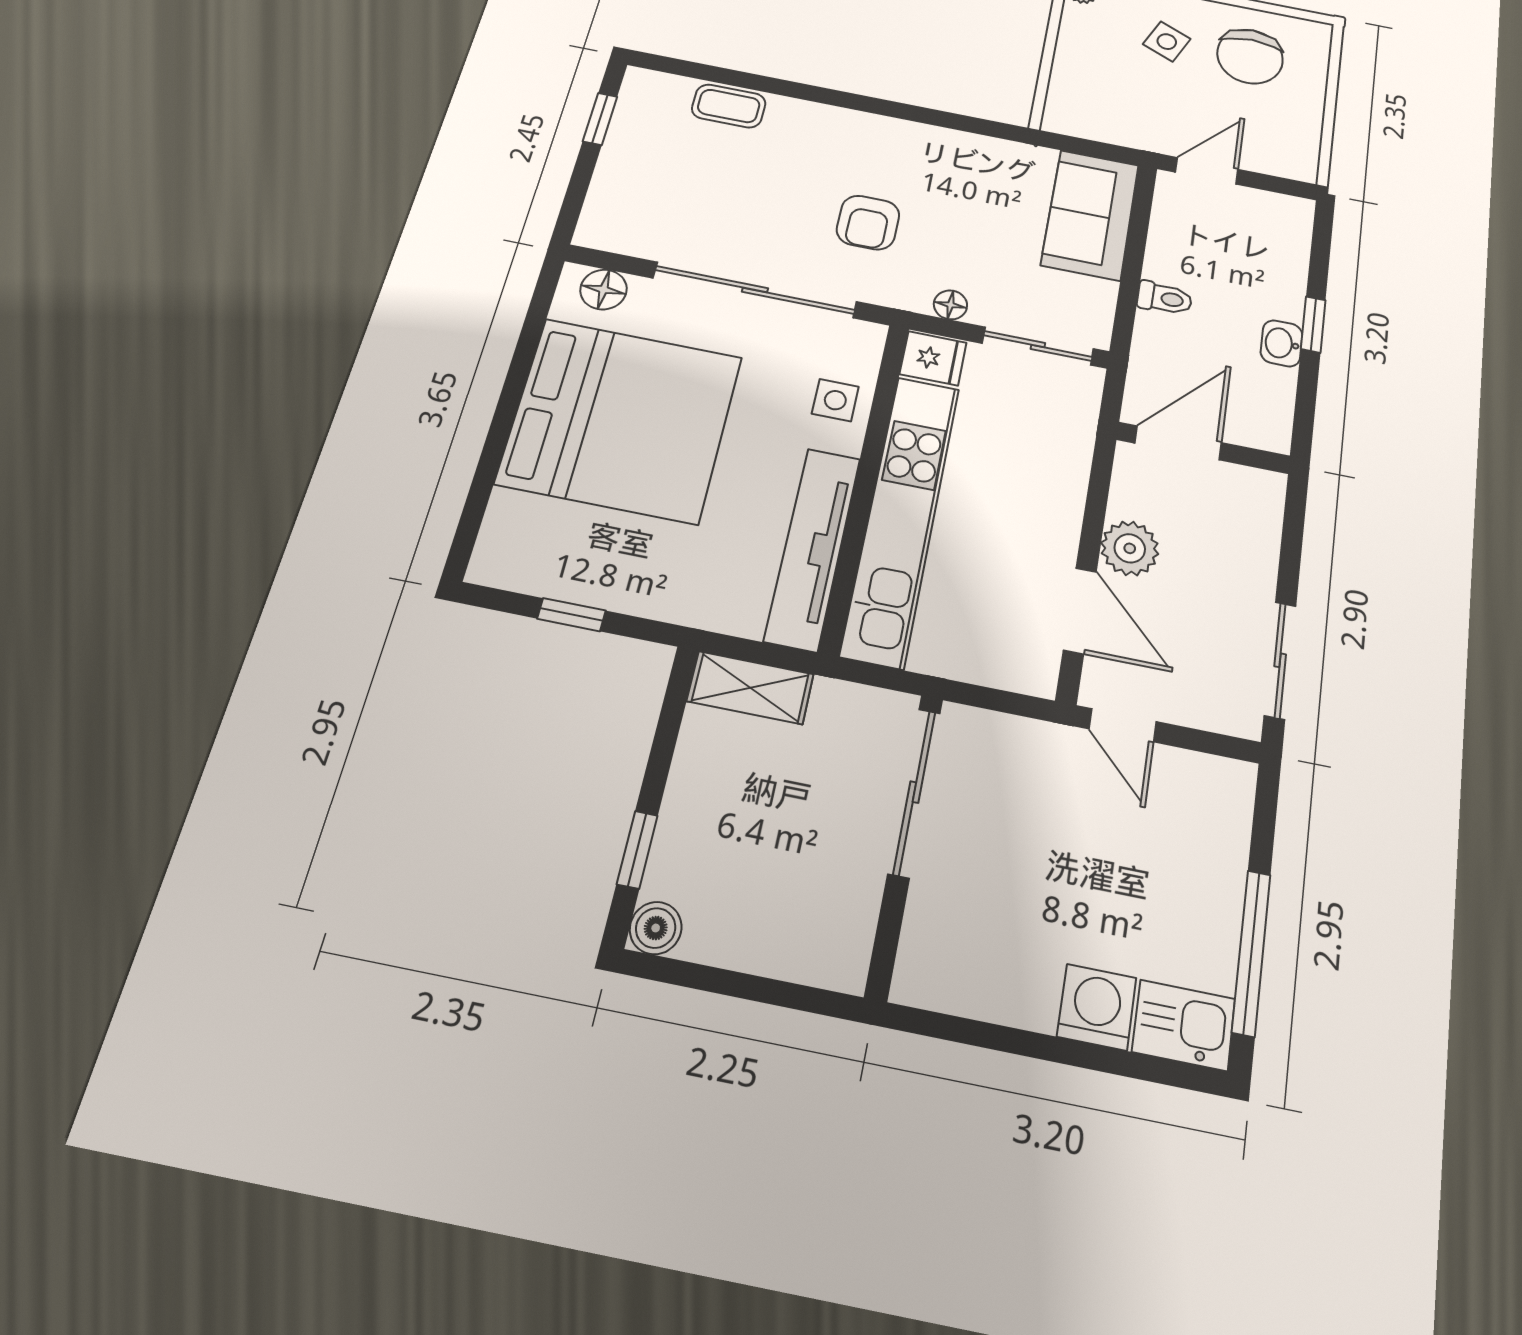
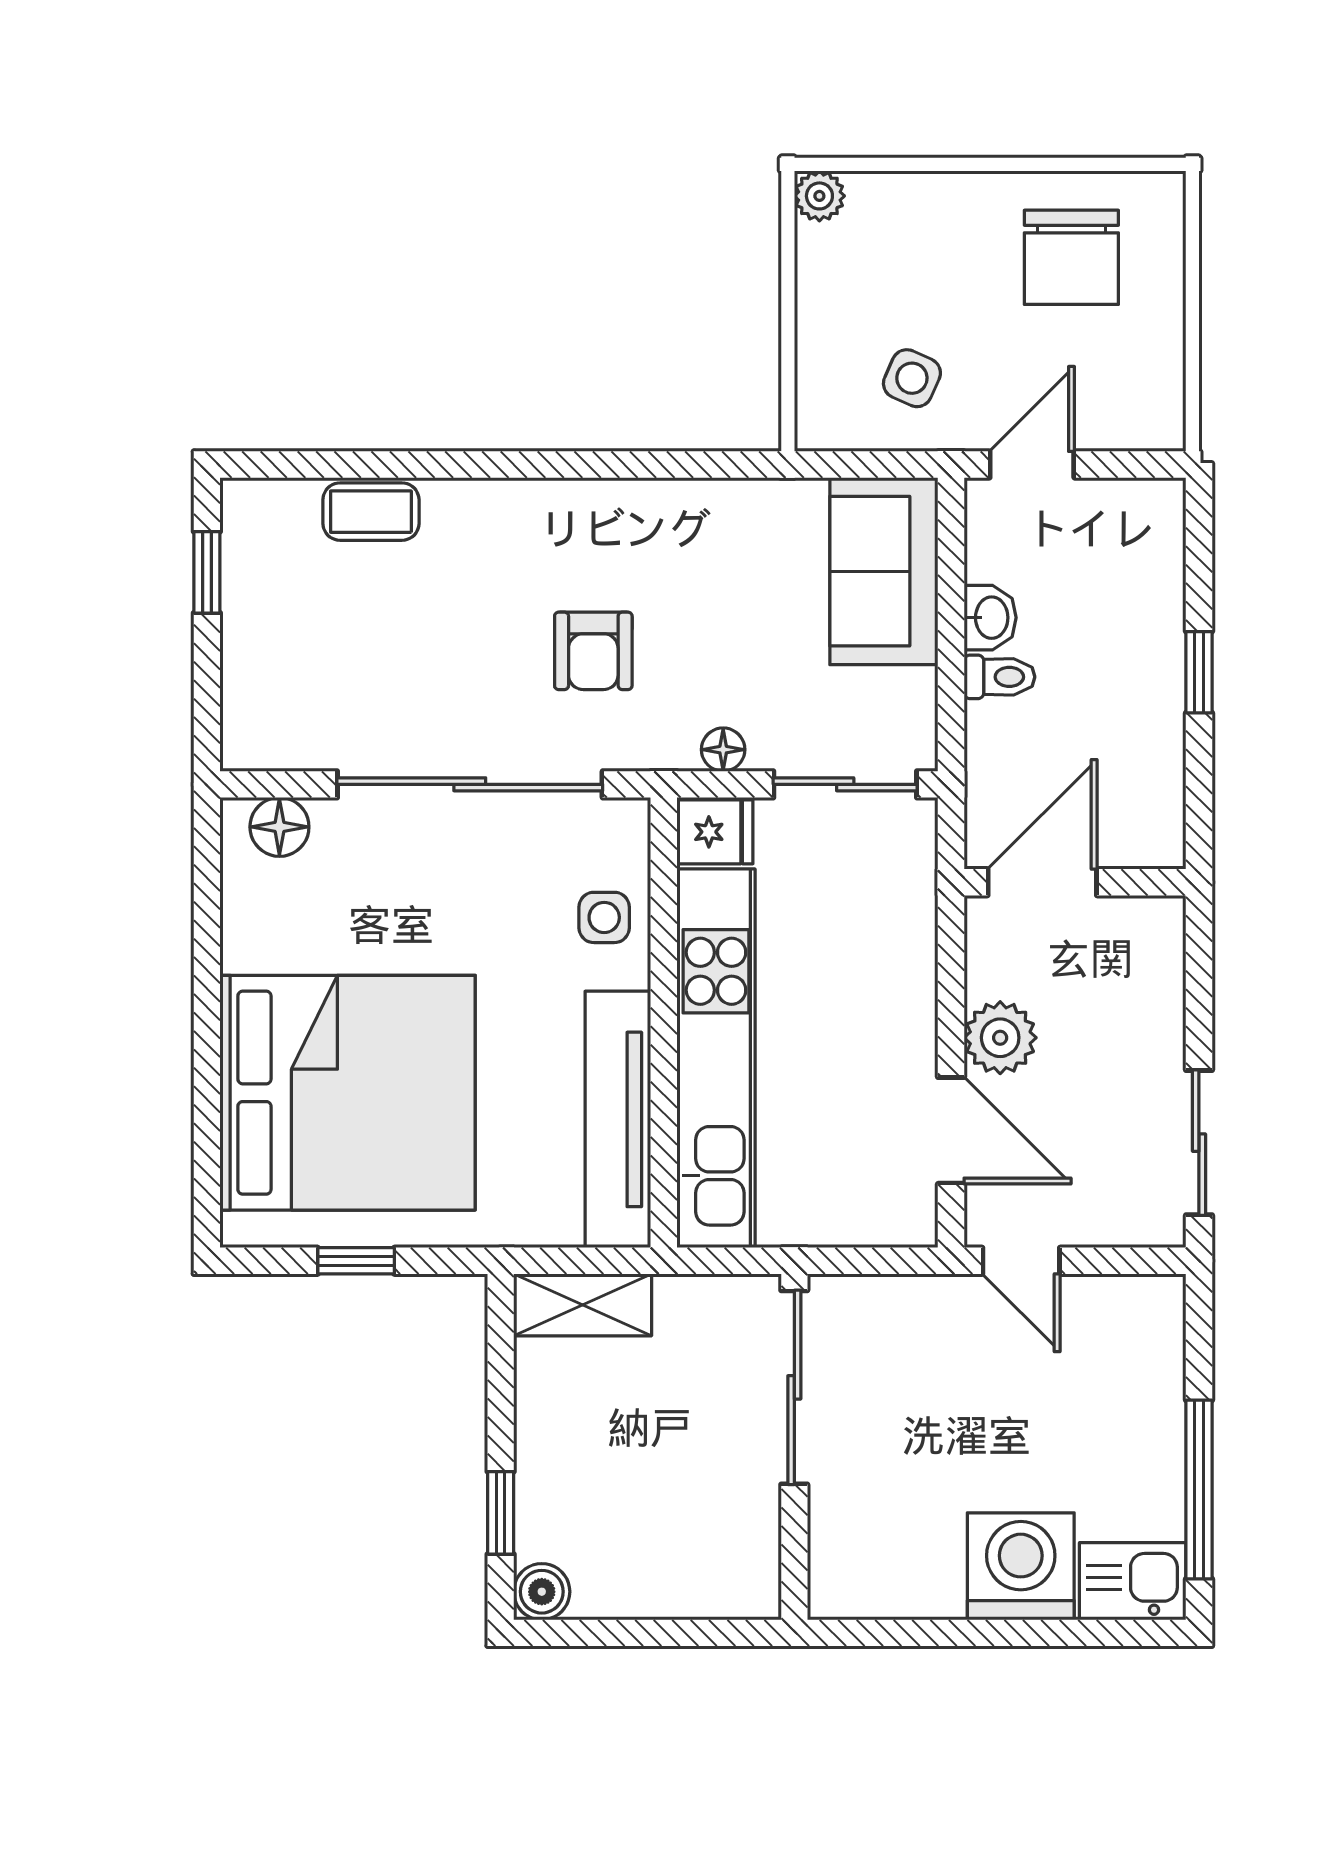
side table: (1167, 42) -> (912, 378), moved
washbasin: (1281, 343) -> (990, 618), moved, turned 180
bed: (620, 420) -> (348, 1093), moved
washing machine: (1097, 1007) -> (1021, 1566), width x1.37, depth x1.37

